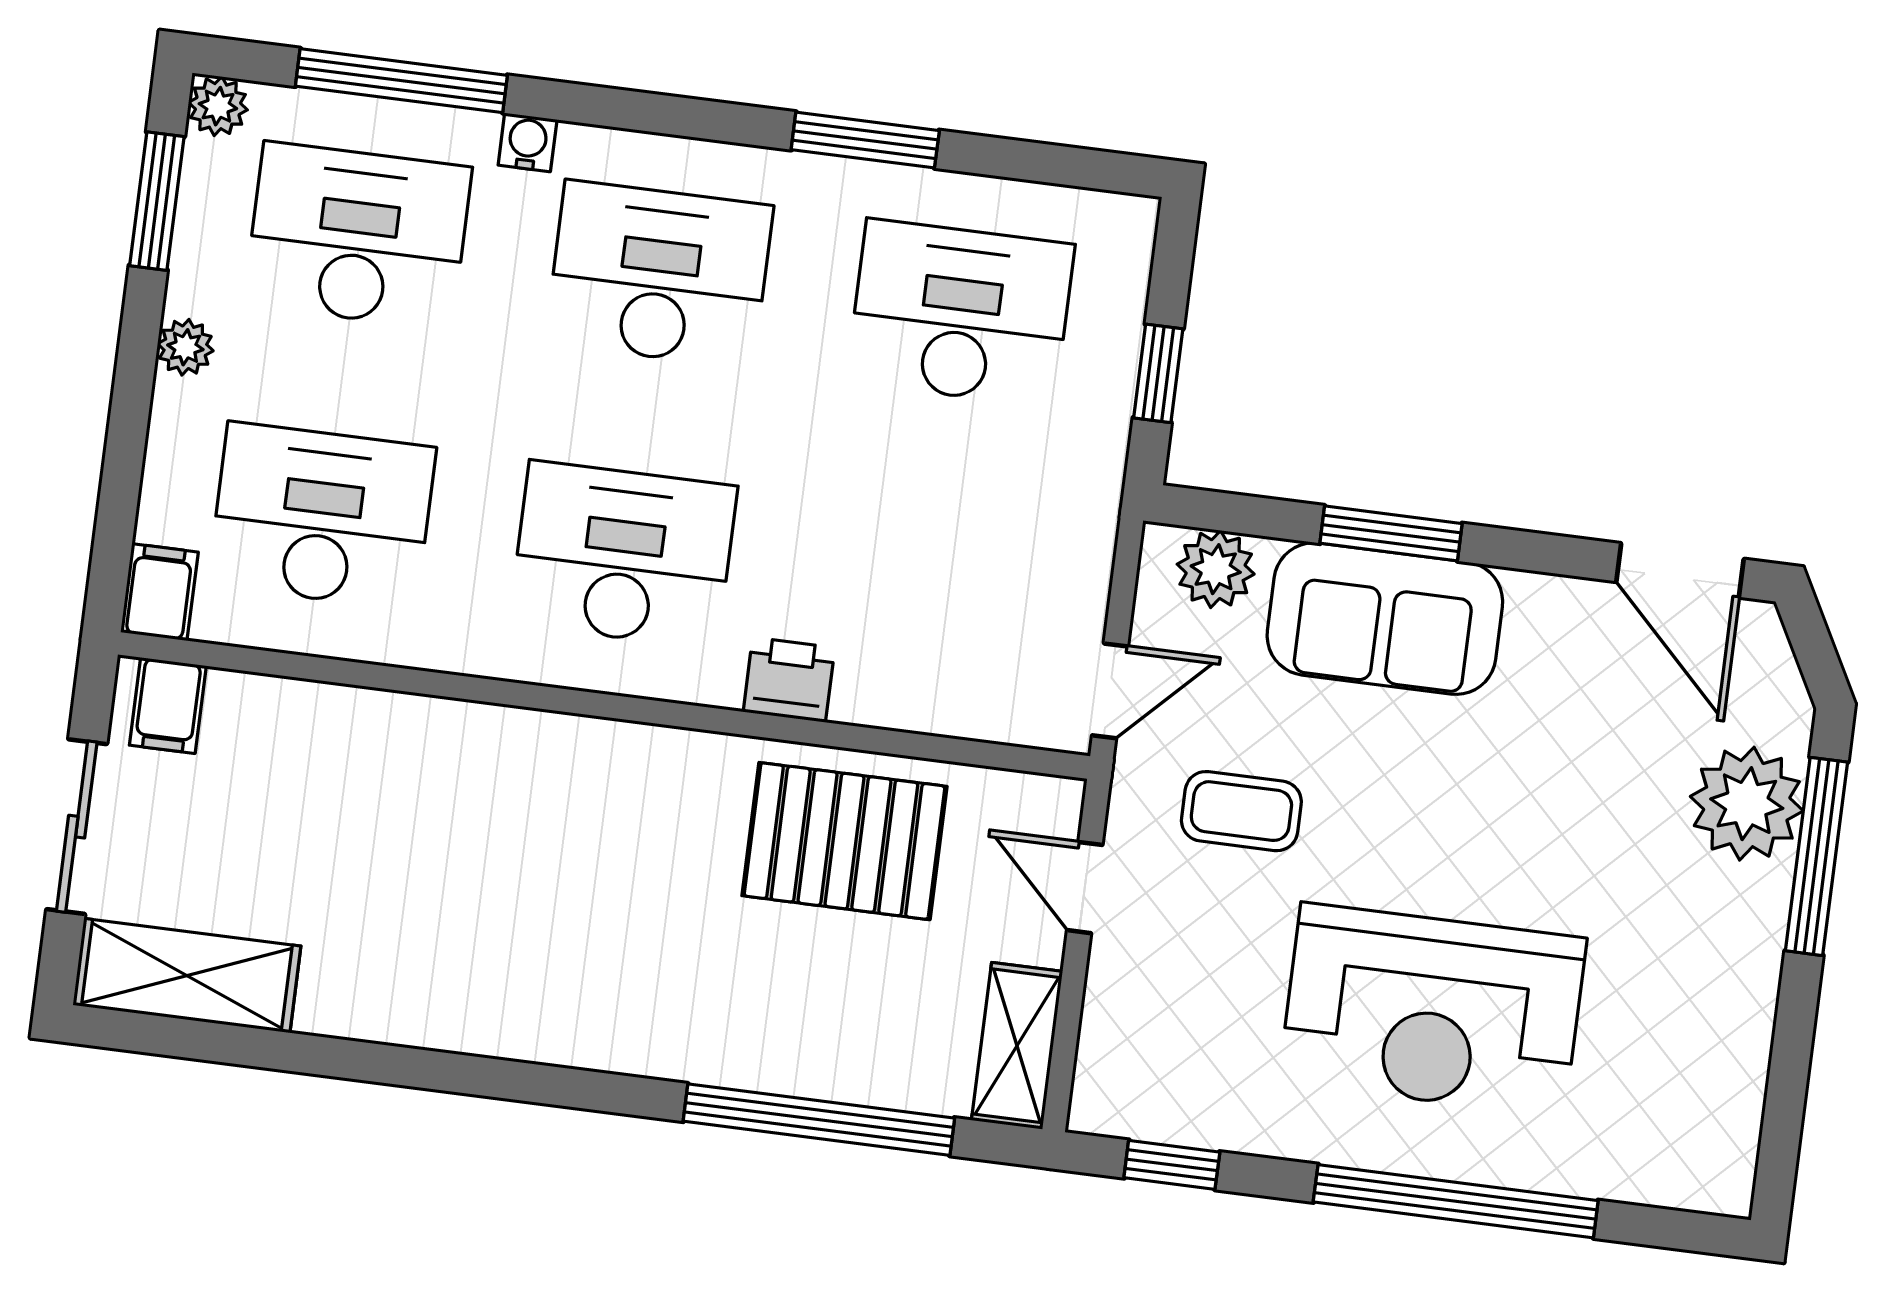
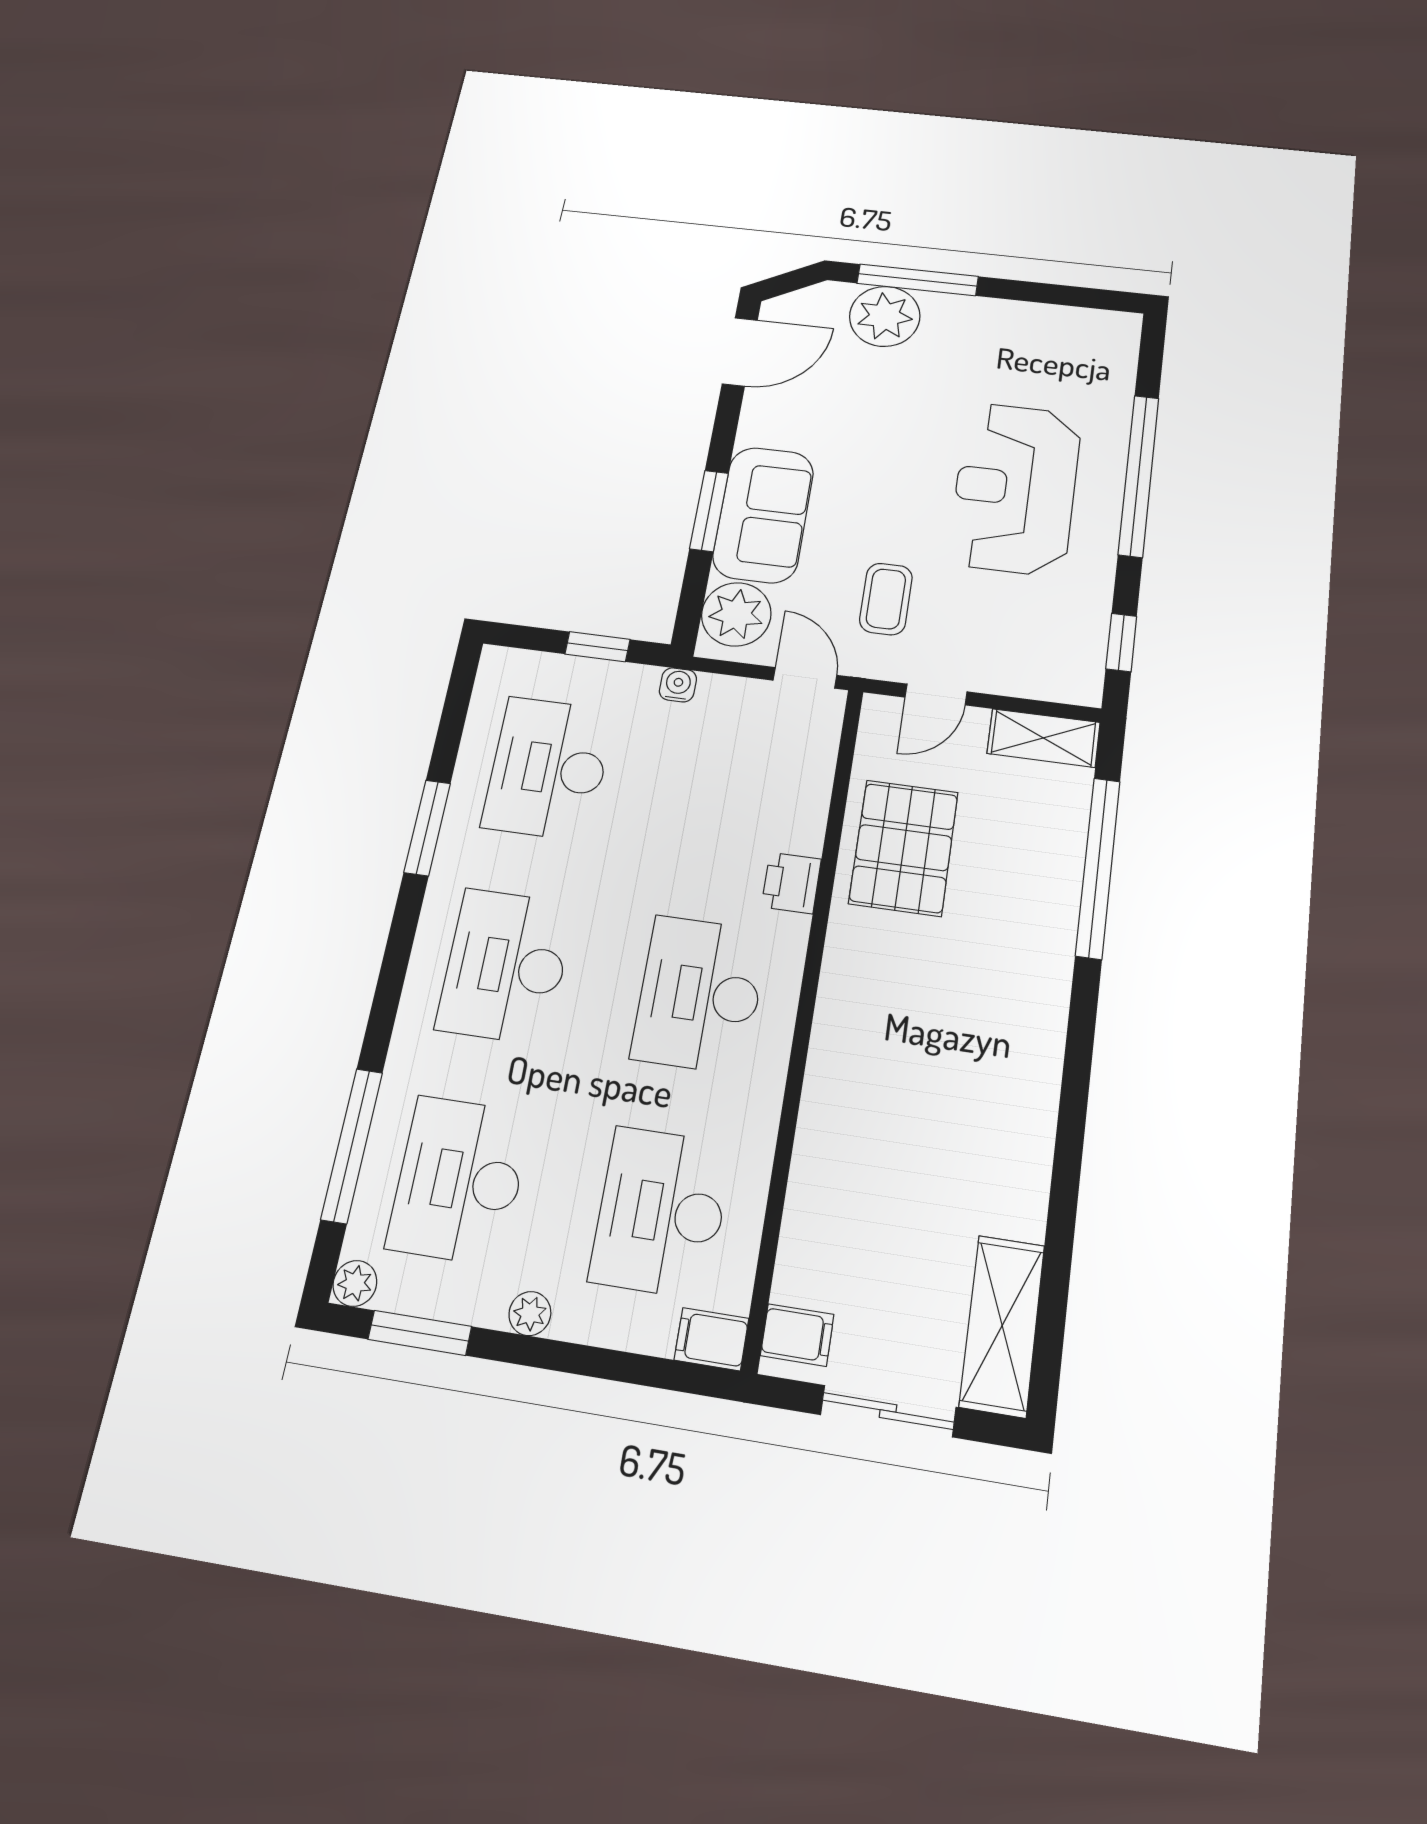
water cooler: (528, 142) -> (678, 685), moved, turned 90
plant: (1216, 569) -> (736, 614), width x1.36, depth x1.36
reception desk: (1433, 1010) -> (1015, 488), turned 180

